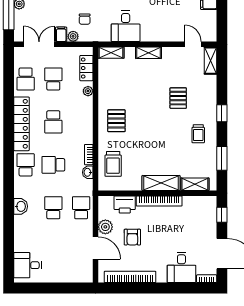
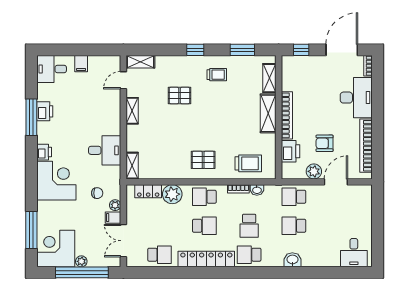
shelving: (148, 53) -> (132, 111), moved
school desk: (53, 79) -> (204, 197), moved
plant: (88, 91) -> (172, 194), width x1.88, depth x1.88
armchair: (132, 237) -> (325, 143), turned 180
desk: (181, 267) -> (356, 98), width x1.37

